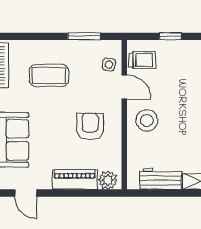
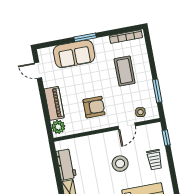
window: (170, 36) -> (166, 138), moved
trolley: (143, 60) -> (155, 160), moved
stool: (147, 120) -> (120, 164), moved
door: (26, 193) -> (38, 70), hinge flipped

